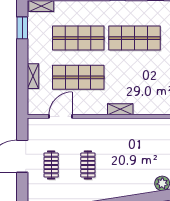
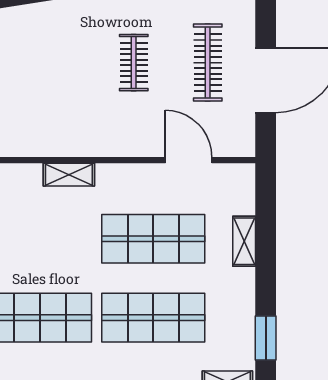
door: (61, 116) -> (189, 160), swing flipped
clothes rail: (51, 165) -> (208, 63), width x1.36

